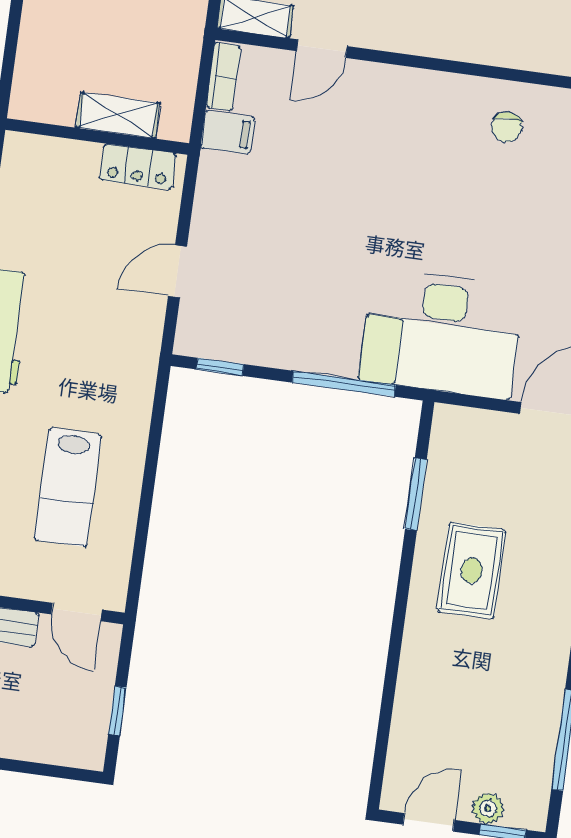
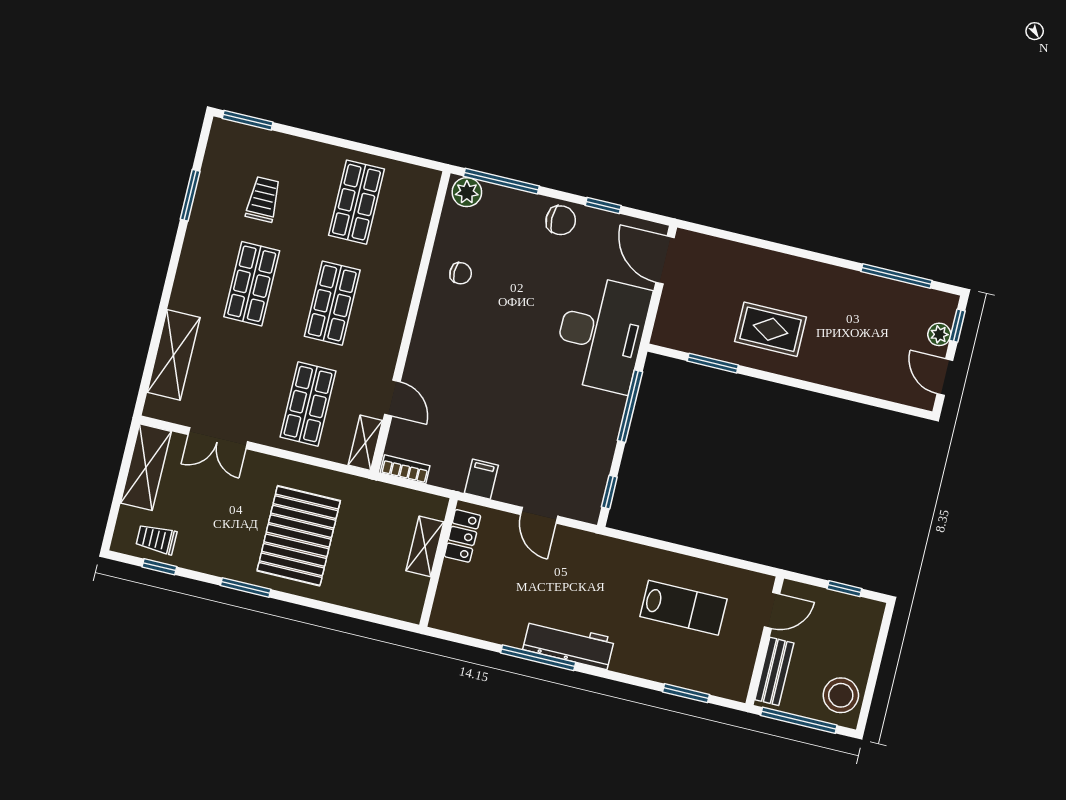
filing cabinet: (228, 132) -> (481, 479), moved

